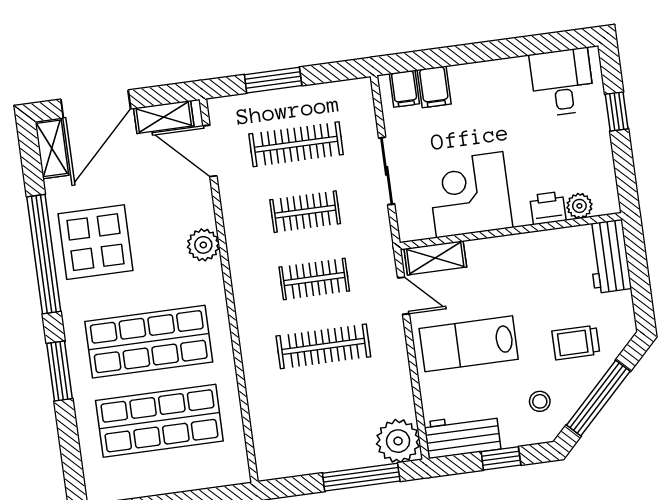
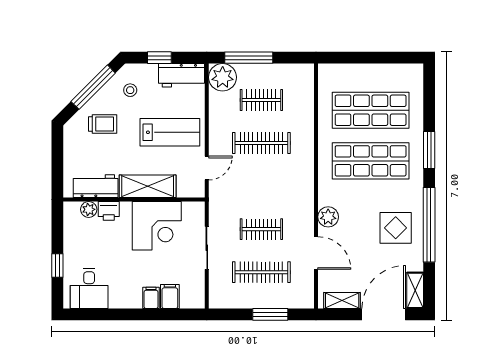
filing cabinet: (404, 89) -> (151, 298), moved
door: (210, 151) -> (316, 253), moved
display table: (95, 242) -> (396, 228), width x0.73, depth x0.73
workbench: (609, 256) -> (96, 186), moved, turned -90
shelving: (435, 258) -> (148, 186), moved, width x1.50, depth x1.33
clothes rail: (314, 279) -> (261, 100), moved
door: (403, 296) -> (207, 168), swing flipped

